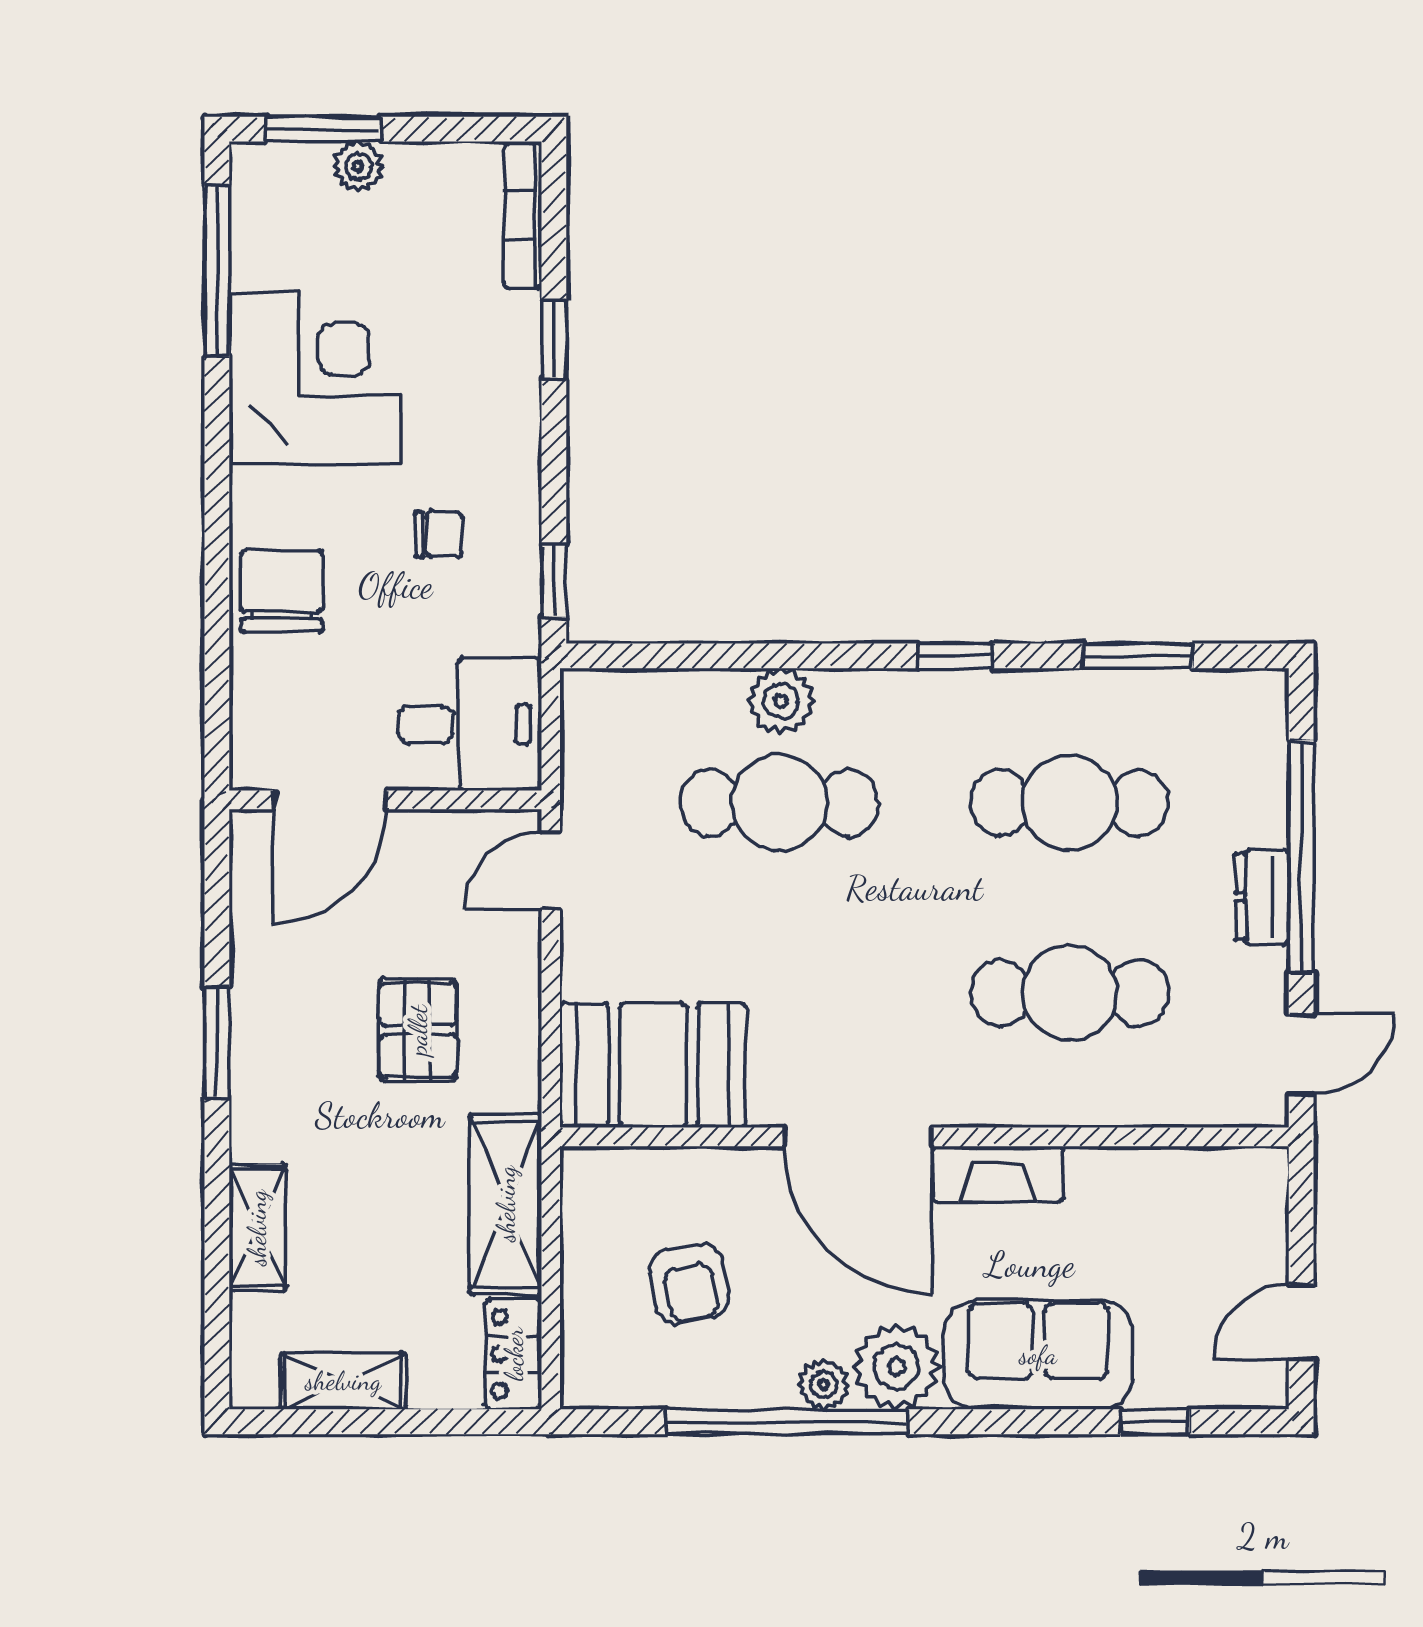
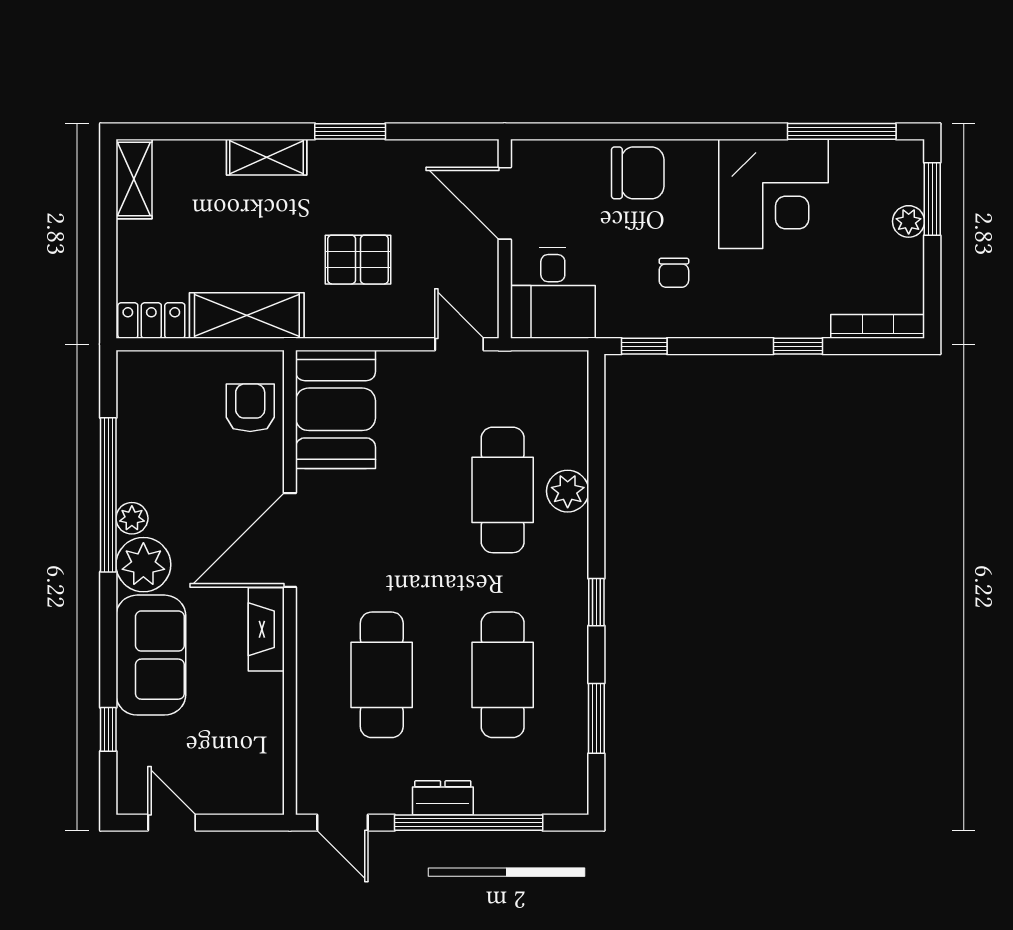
shelving: (257, 1228) -> (267, 157), moved
armchair: (689, 1284) -> (250, 408), moved, turned 100
shelving: (343, 1381) -> (134, 179), moved

